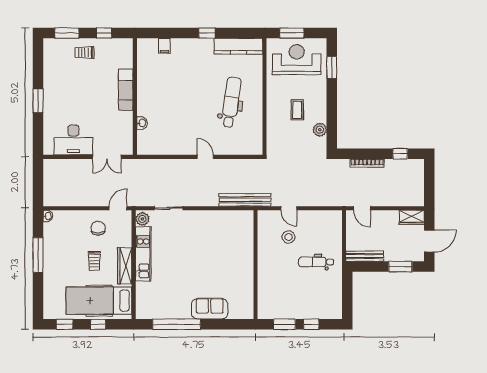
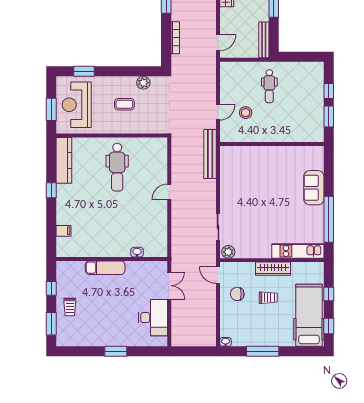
dental chair: (231, 102) -> (117, 167), turned -98
kitchen unit: (143, 254) -> (298, 251), moved
hospital bed: (99, 301) -> (309, 315), moved, turned 180

